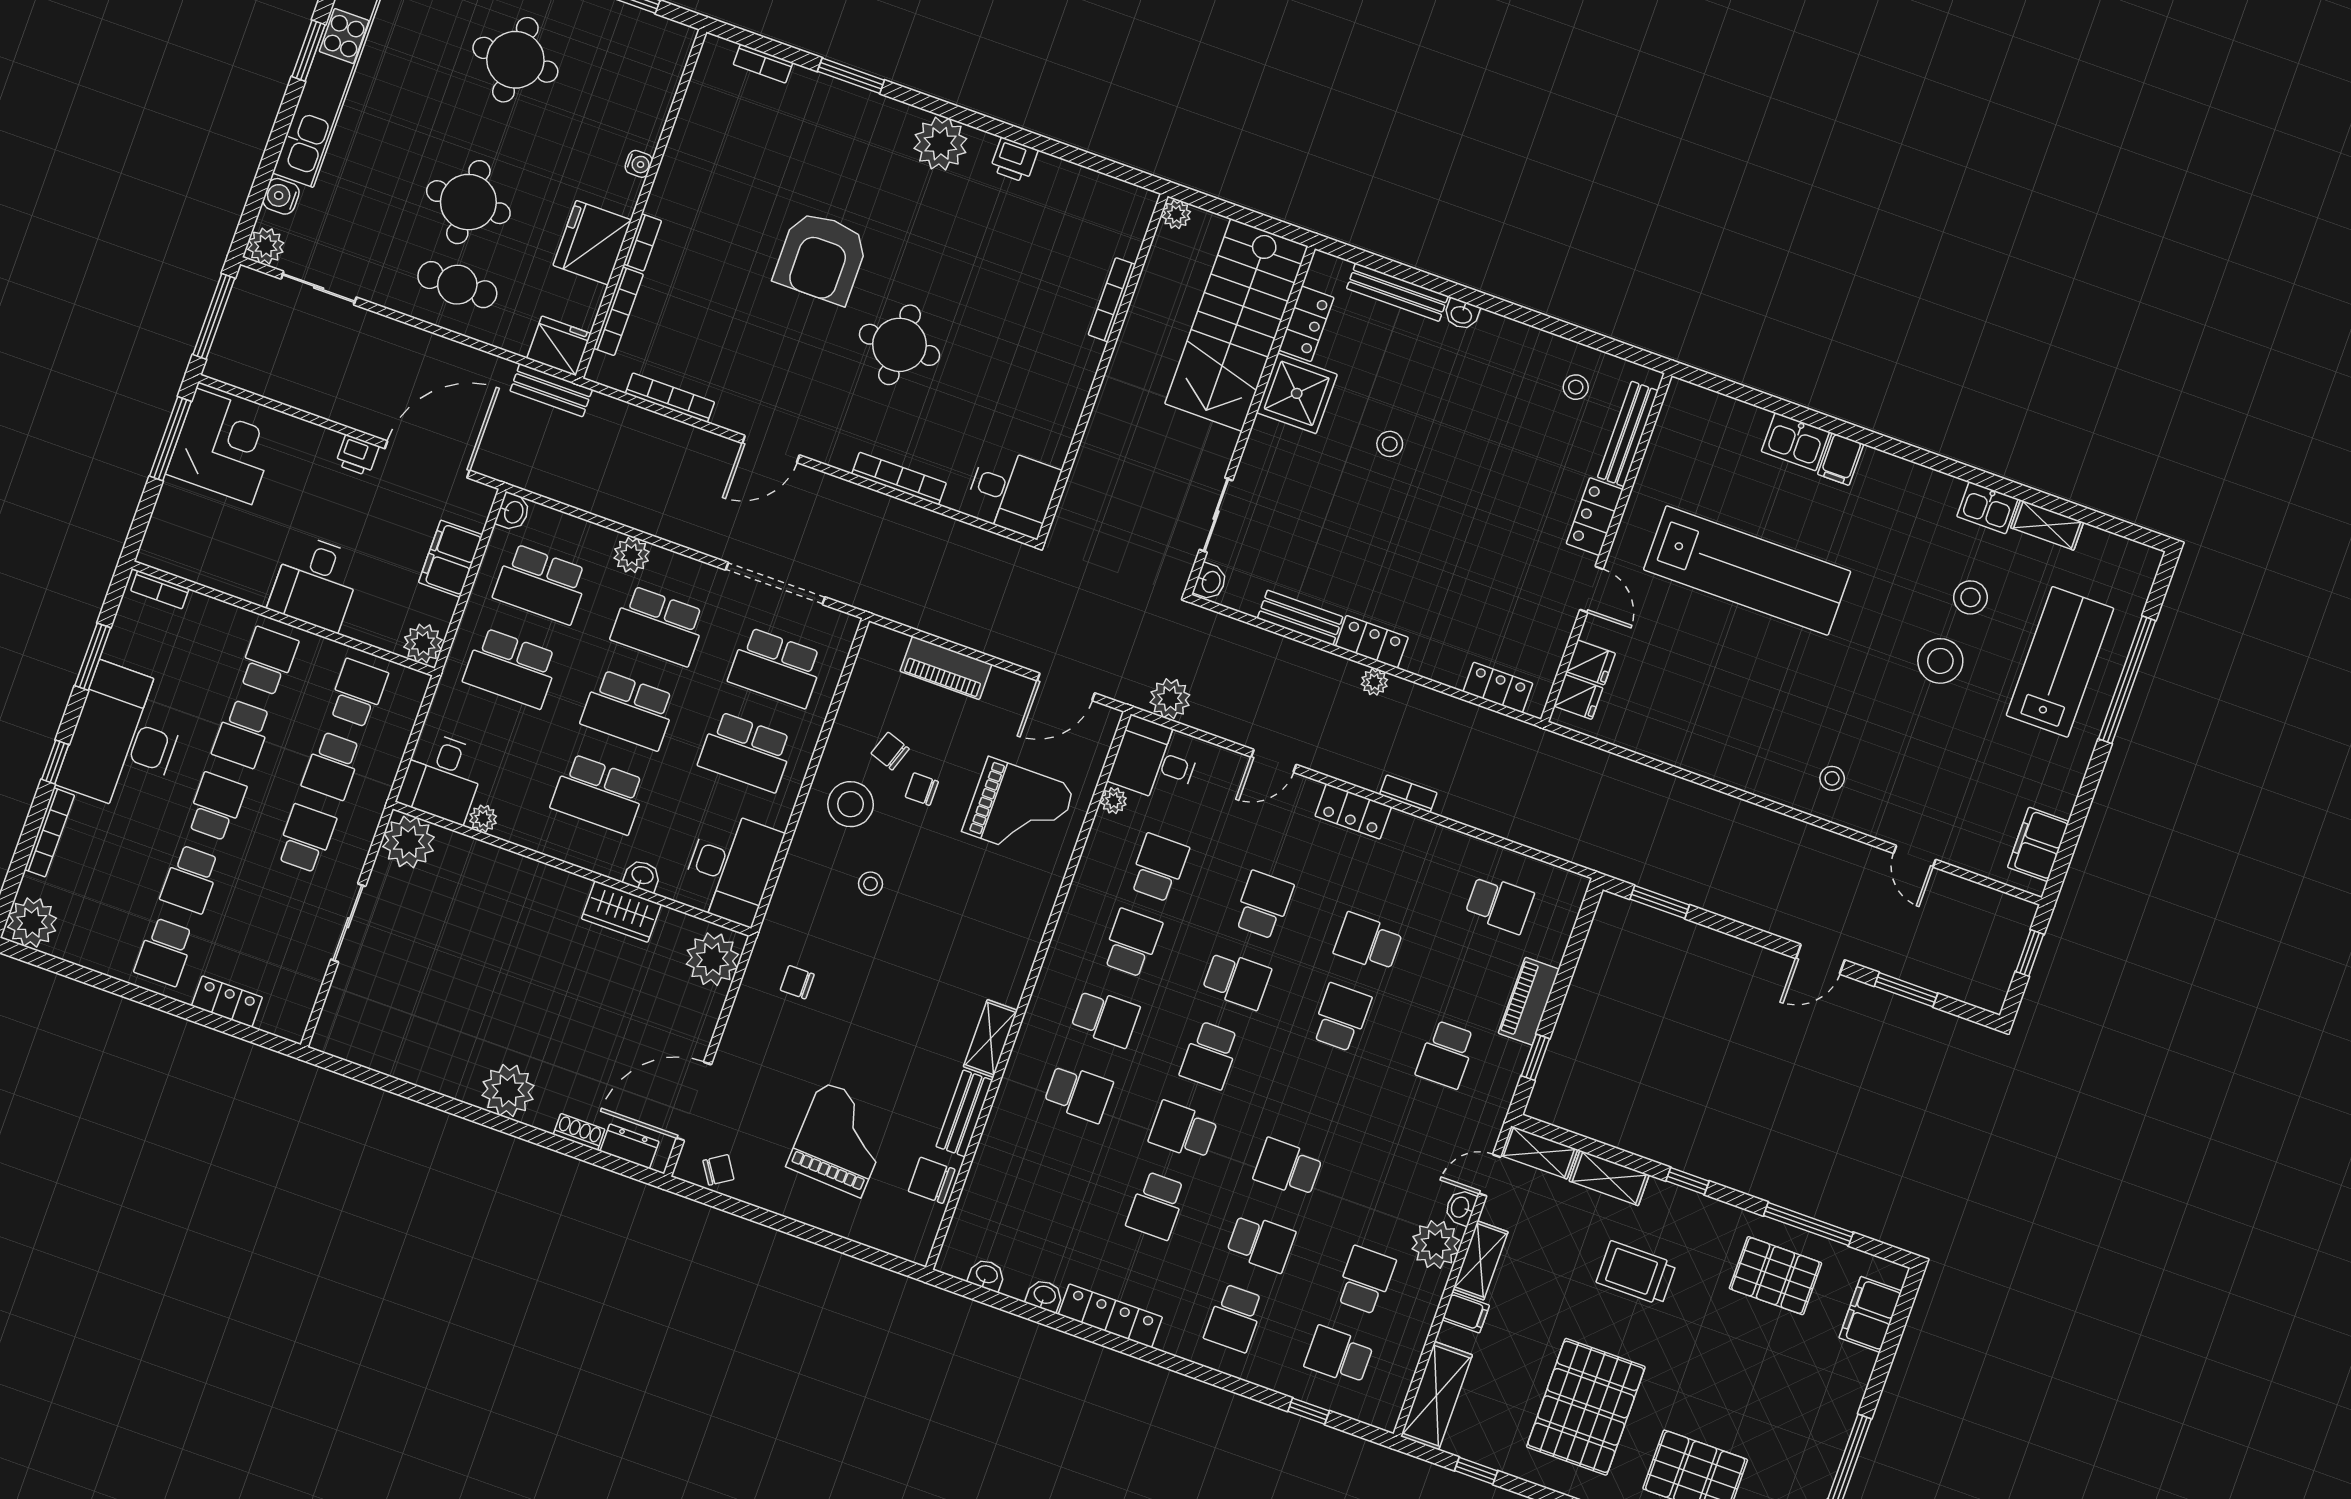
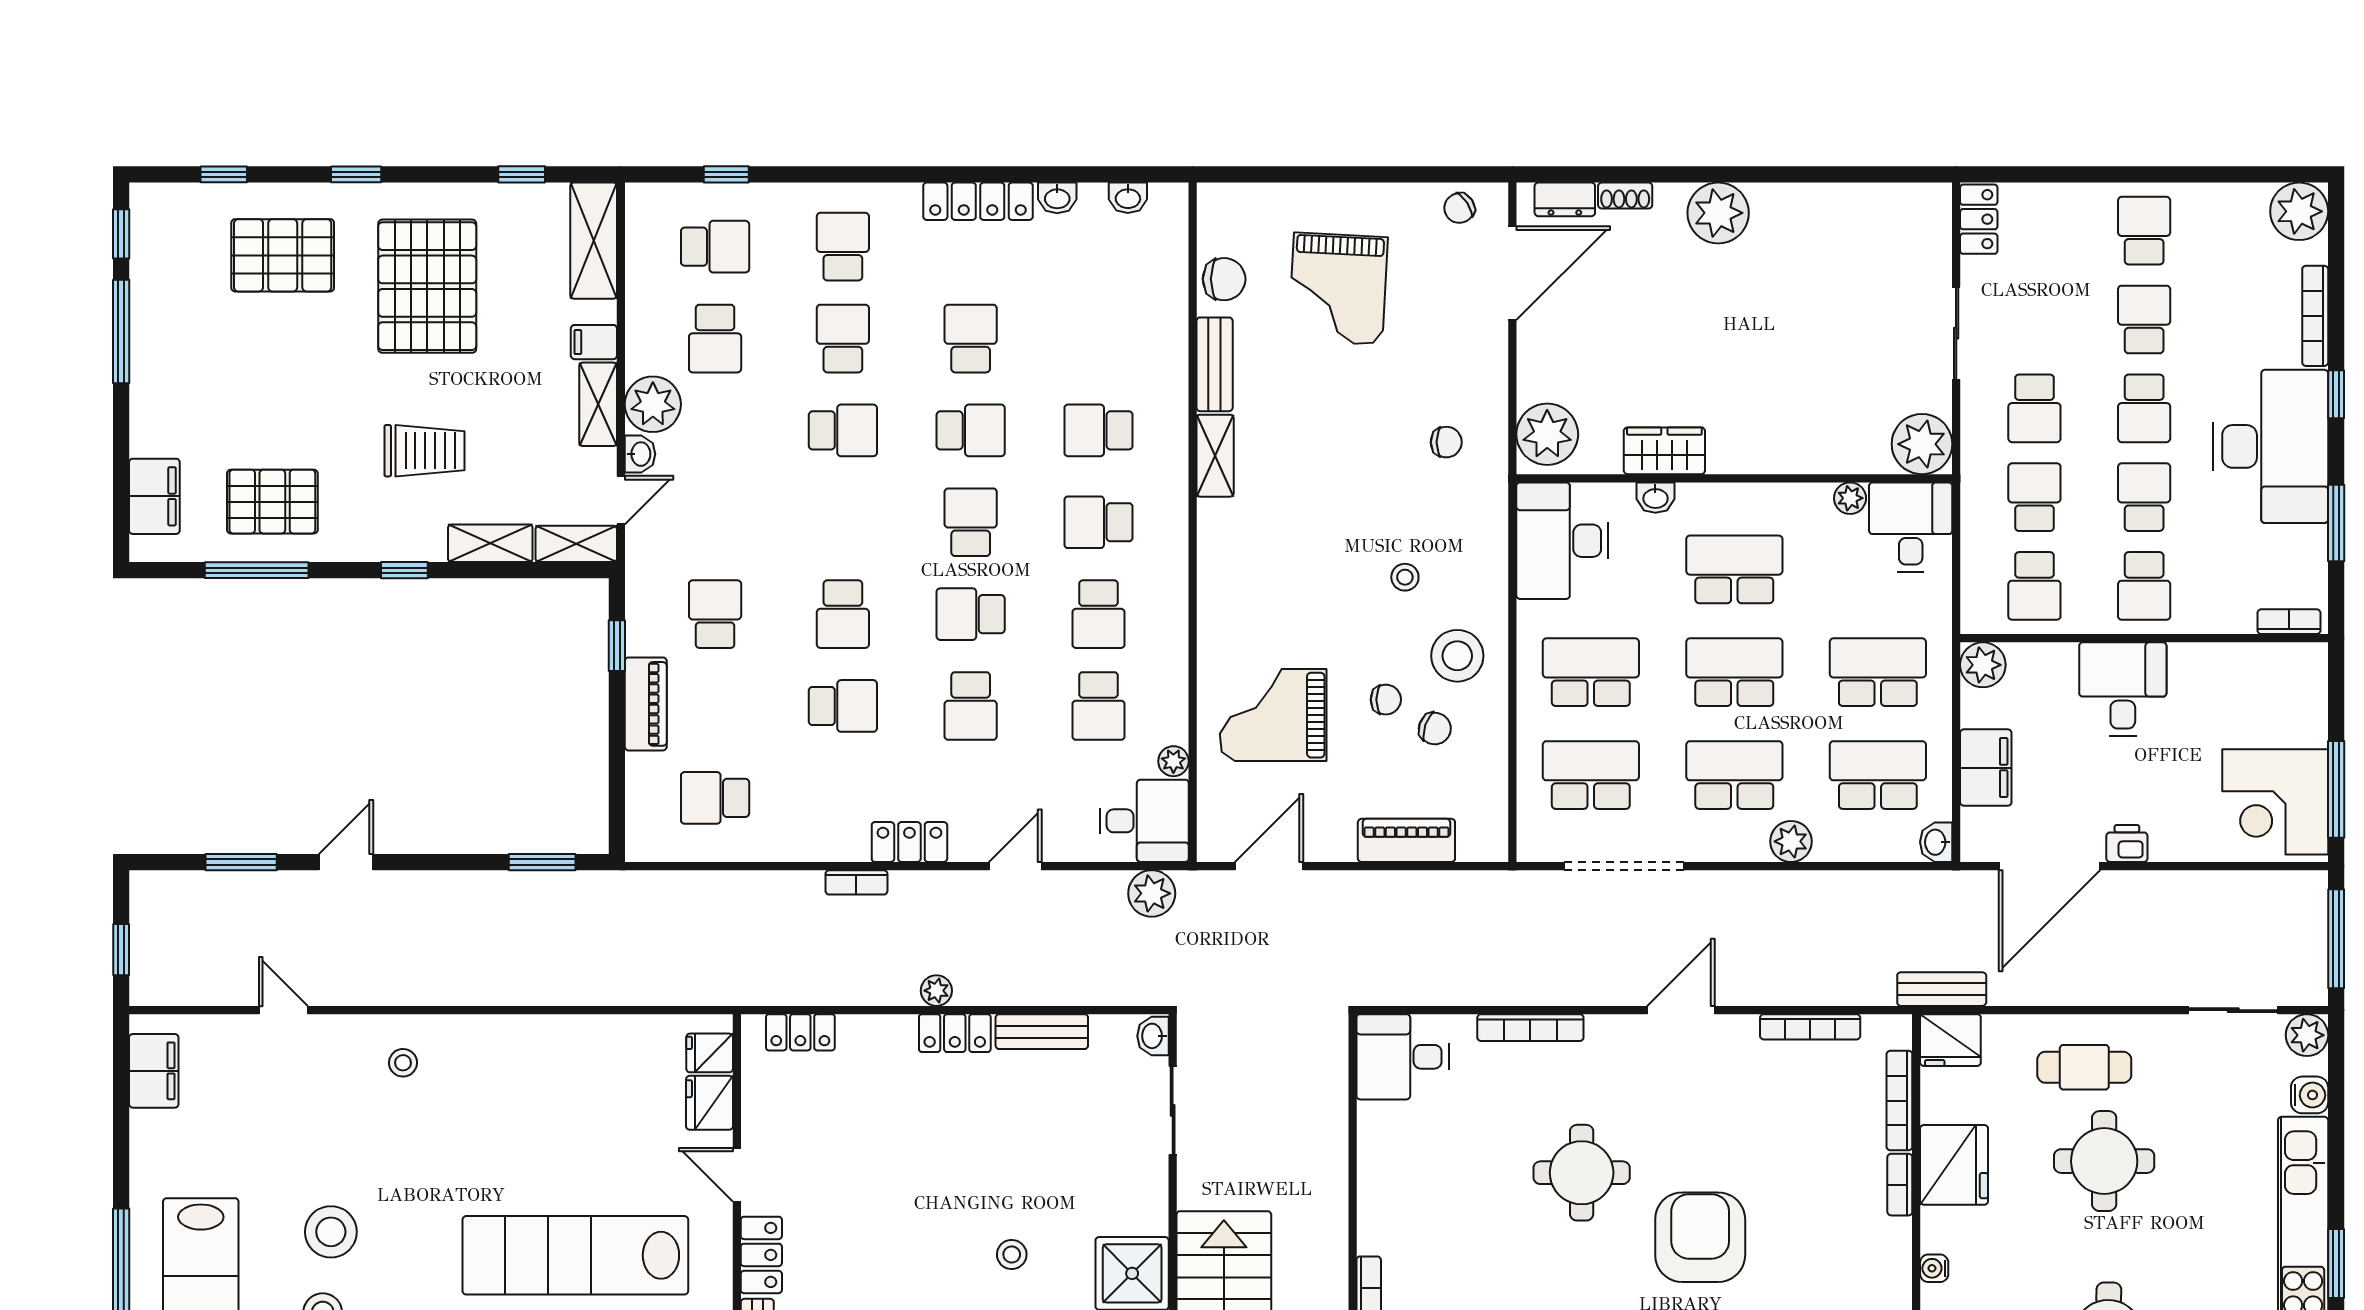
fridge: (1591, 662) -> (710, 1103), width x1.38
locker: (227, 1001) -> (1979, 219), moved, turned -90
school desk: (1261, 1243) -> (843, 339), turned 90

